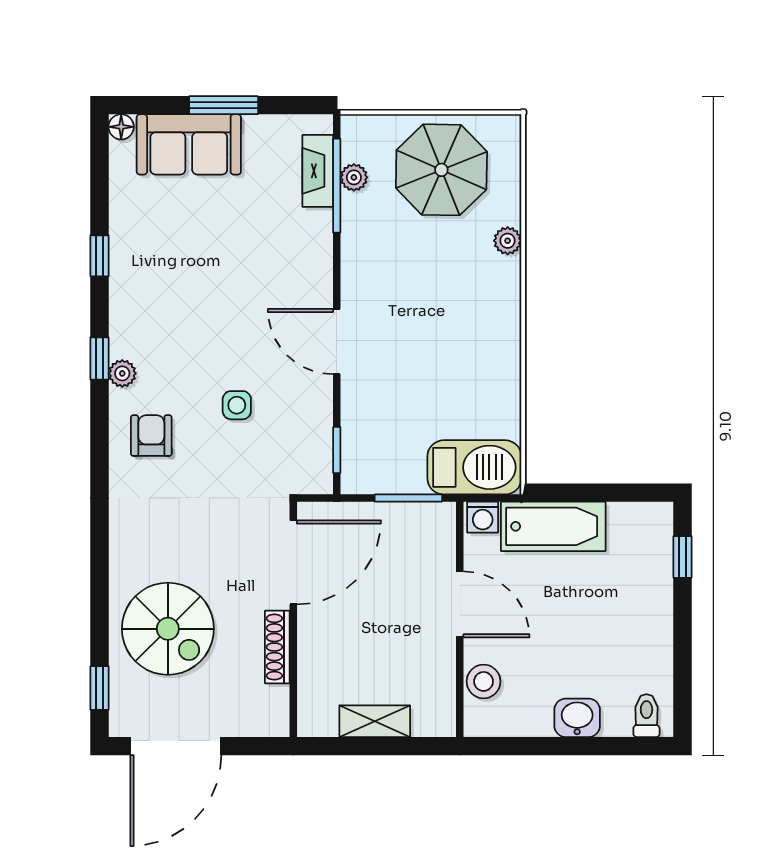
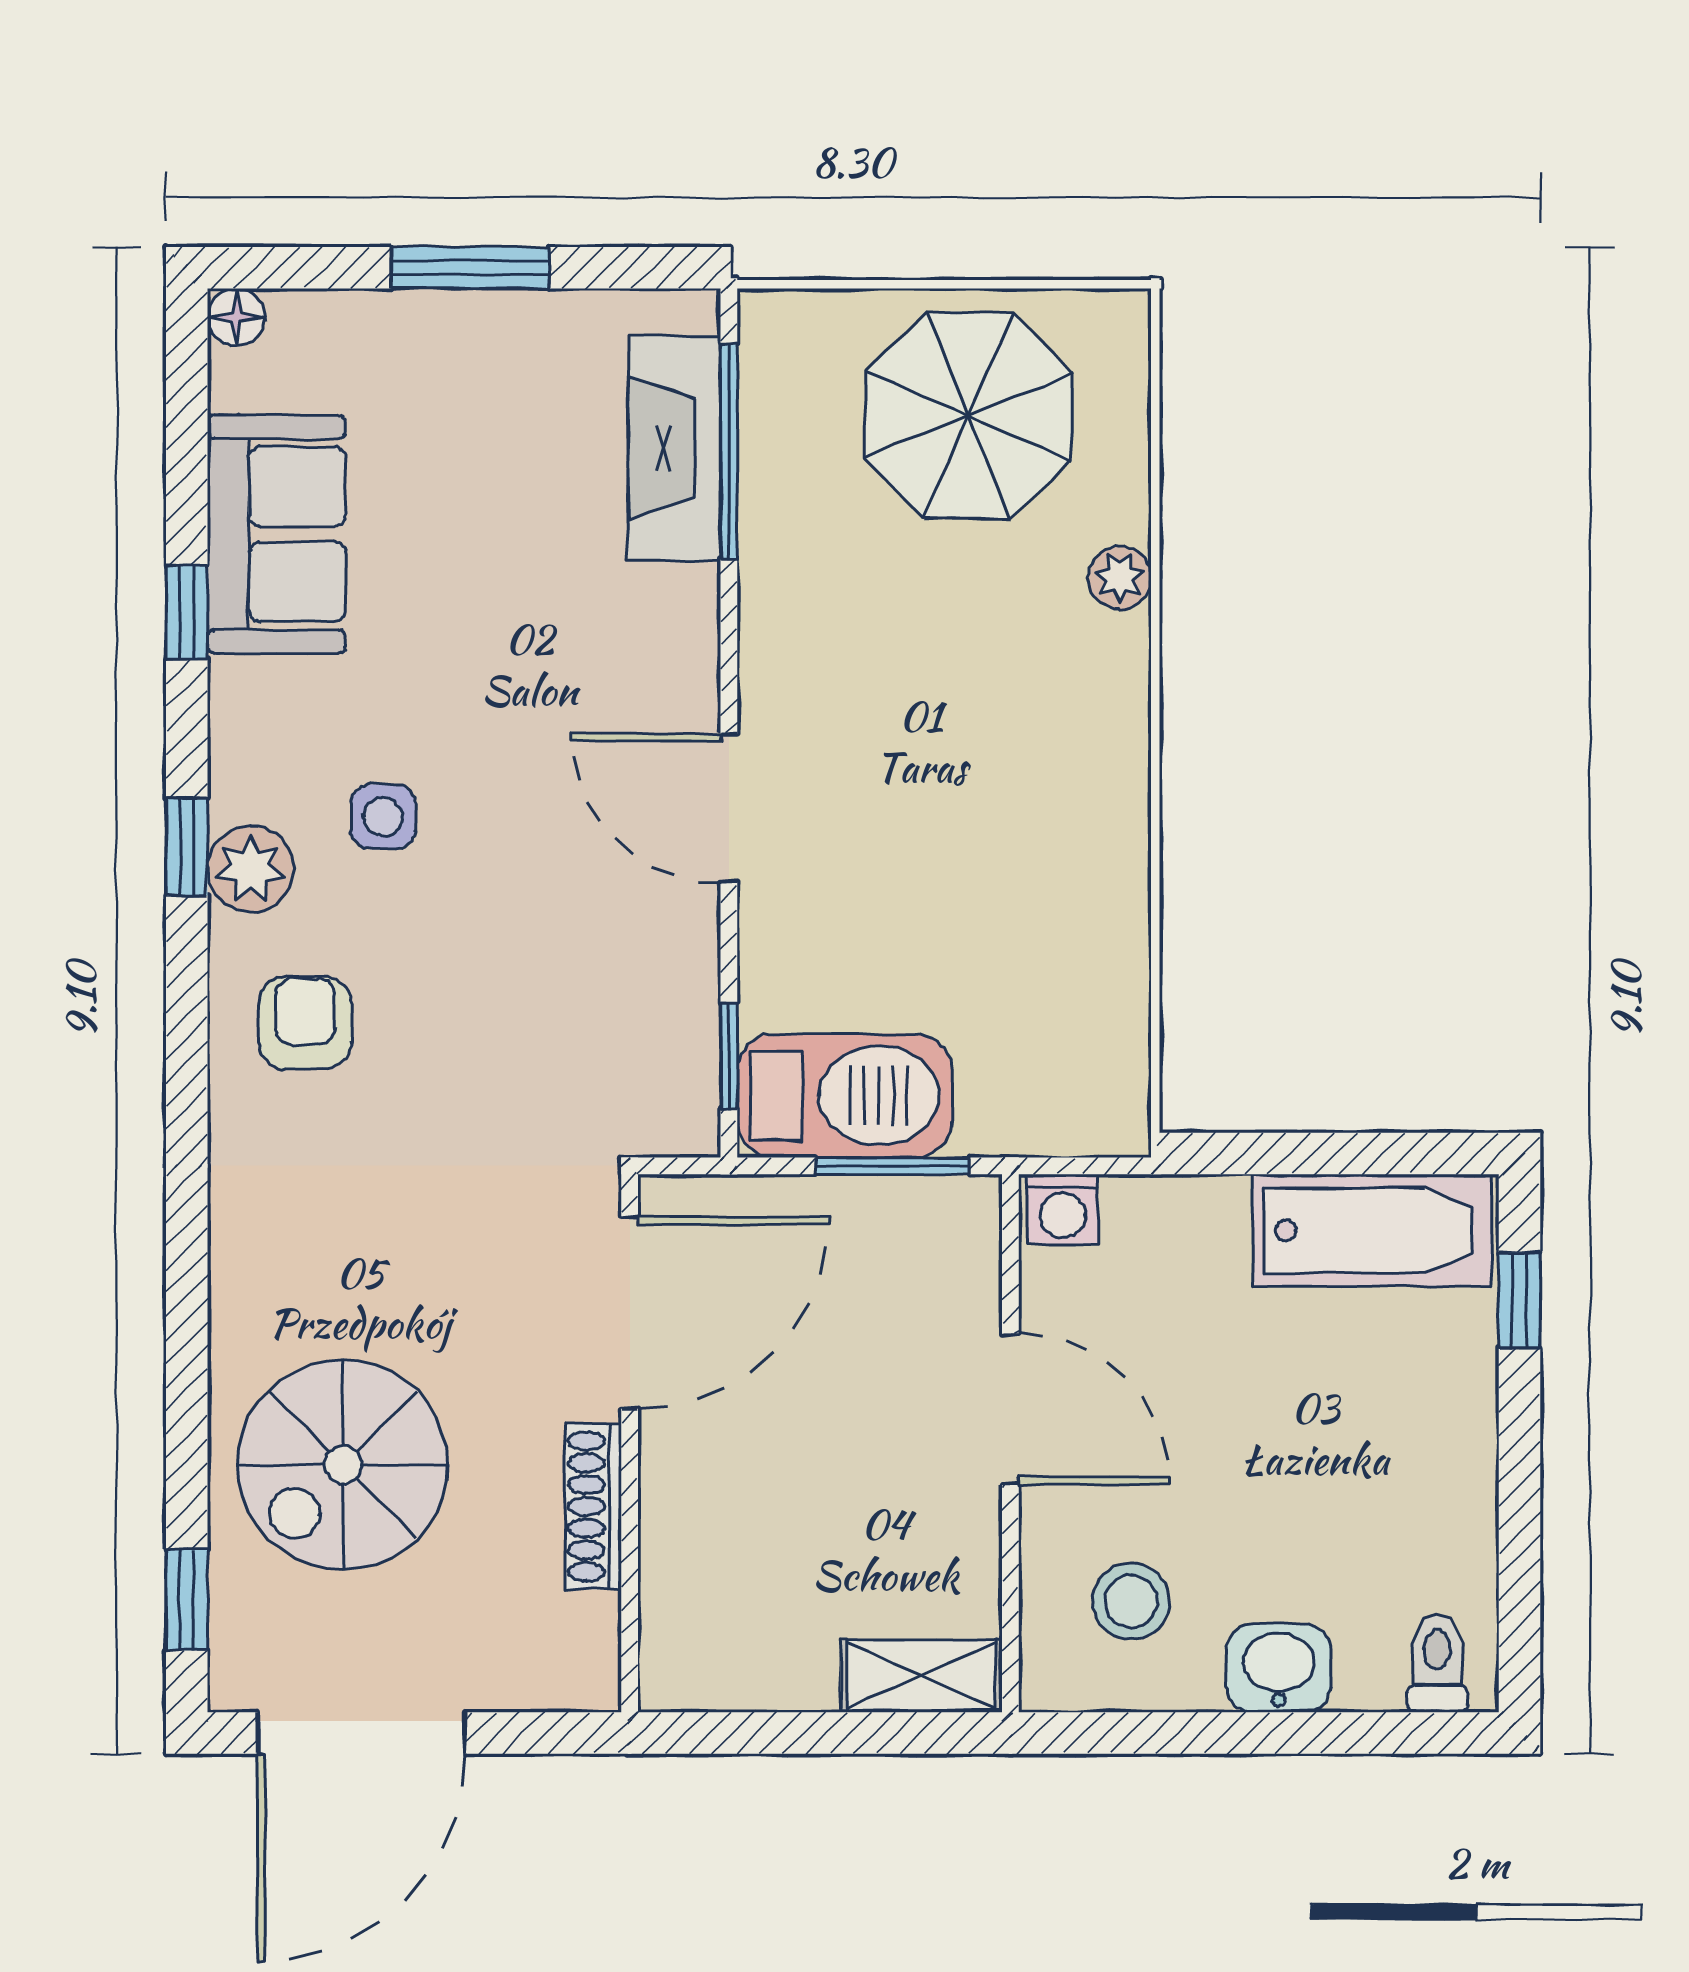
sofa: (189, 144) -> (276, 534), moved, turned -90
fireplace: (318, 171) -> (674, 448), width x1.37, depth x1.32
plant: (354, 177) -> (768, 433), removed
plant: (122, 373) -> (250, 869), width x1.38, depth x1.38
side table: (237, 405) -> (383, 817), moved
barbecue: (474, 467) -> (845, 1096), moved
bathtub: (553, 526) -> (1372, 1231), moved
spiral stairs: (168, 629) -> (343, 1465), turned 90
stool: (484, 681) -> (1131, 1601), moved
shelving: (375, 721) -> (921, 1676), moved

